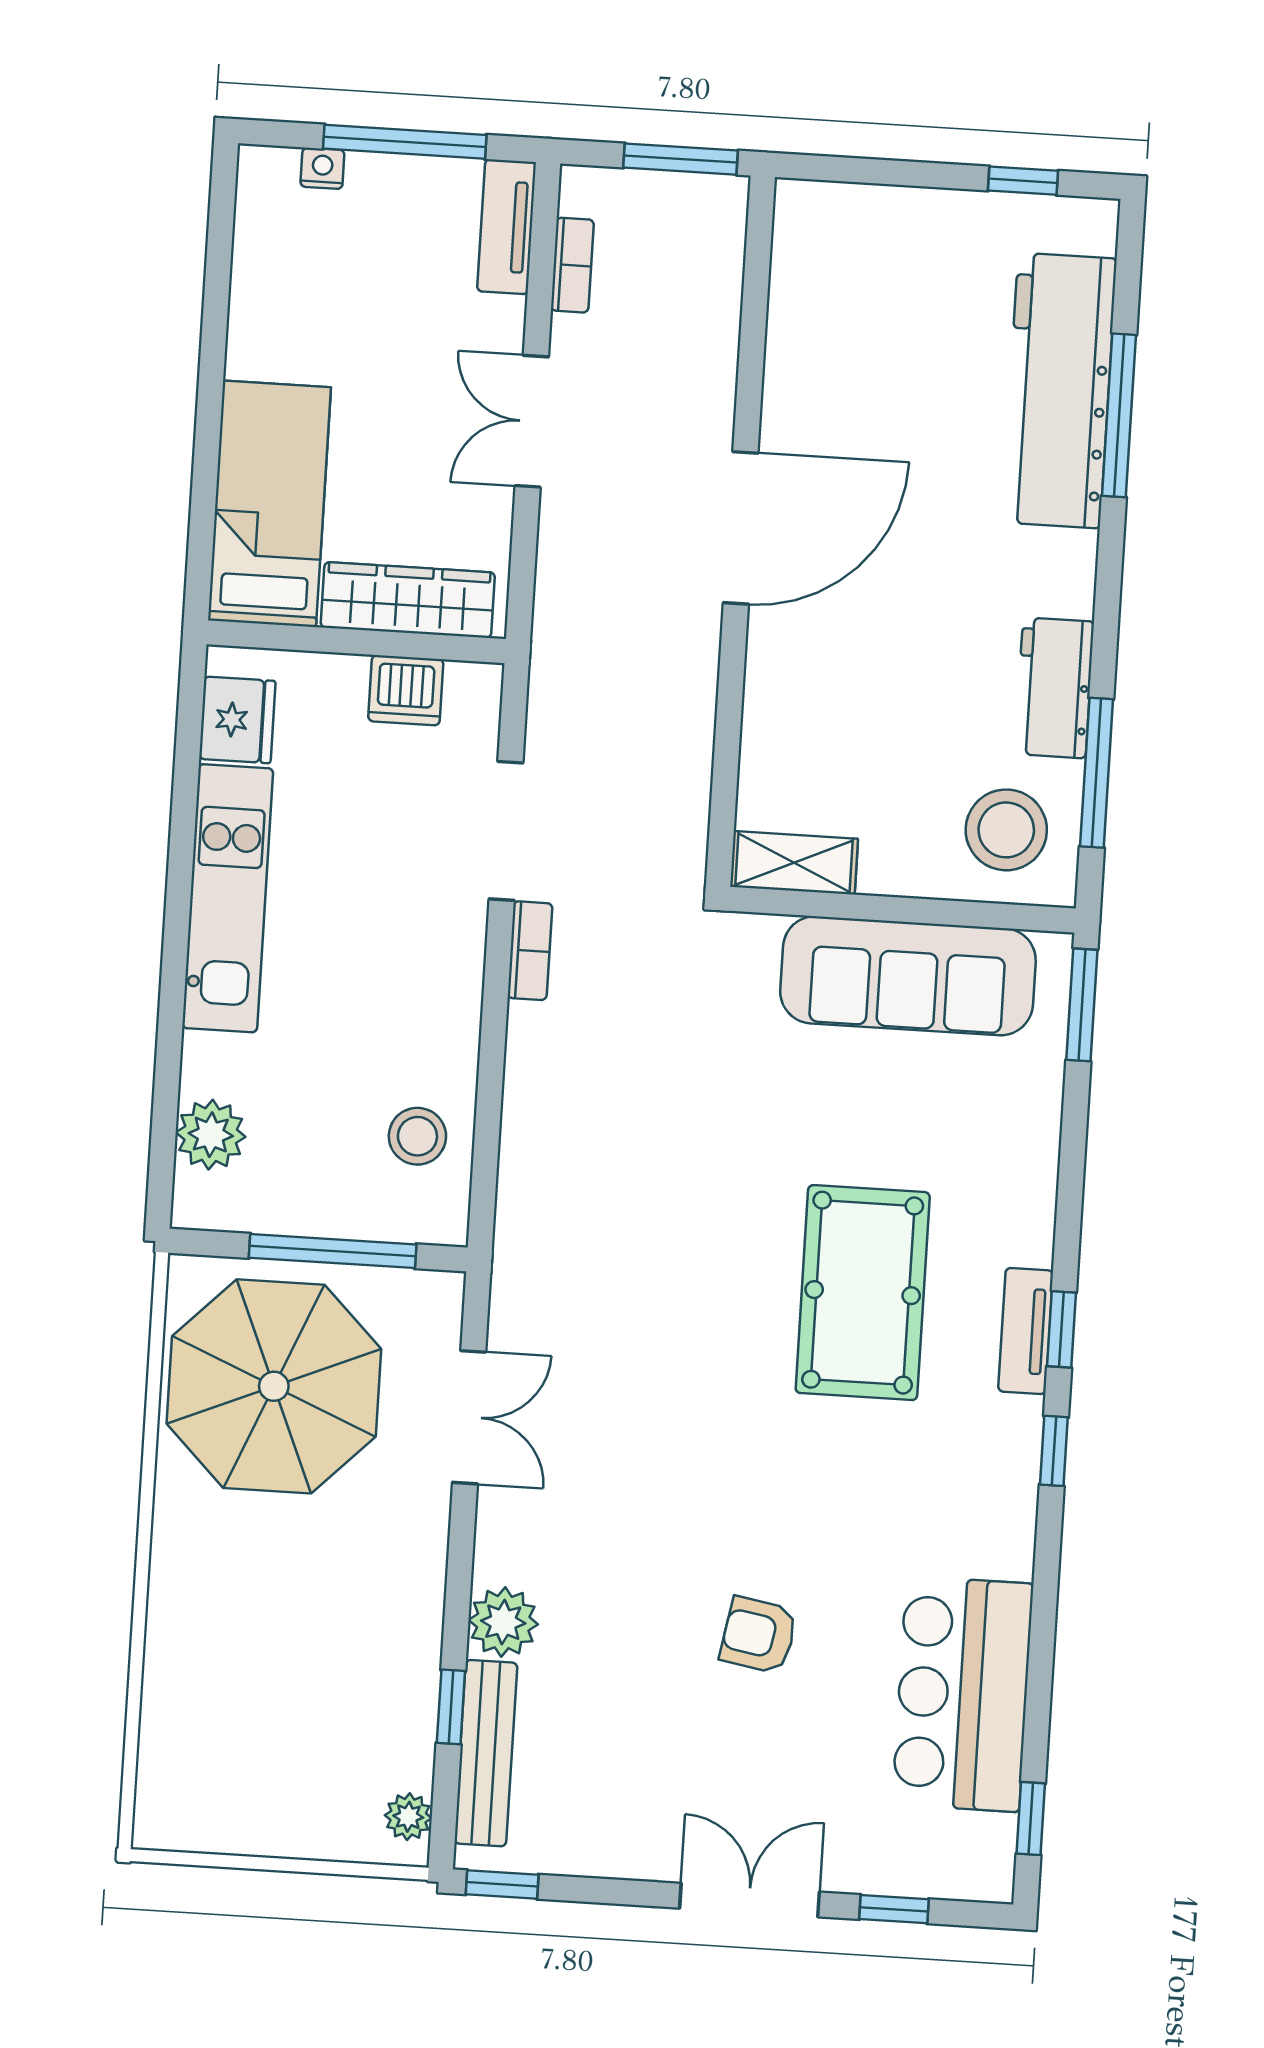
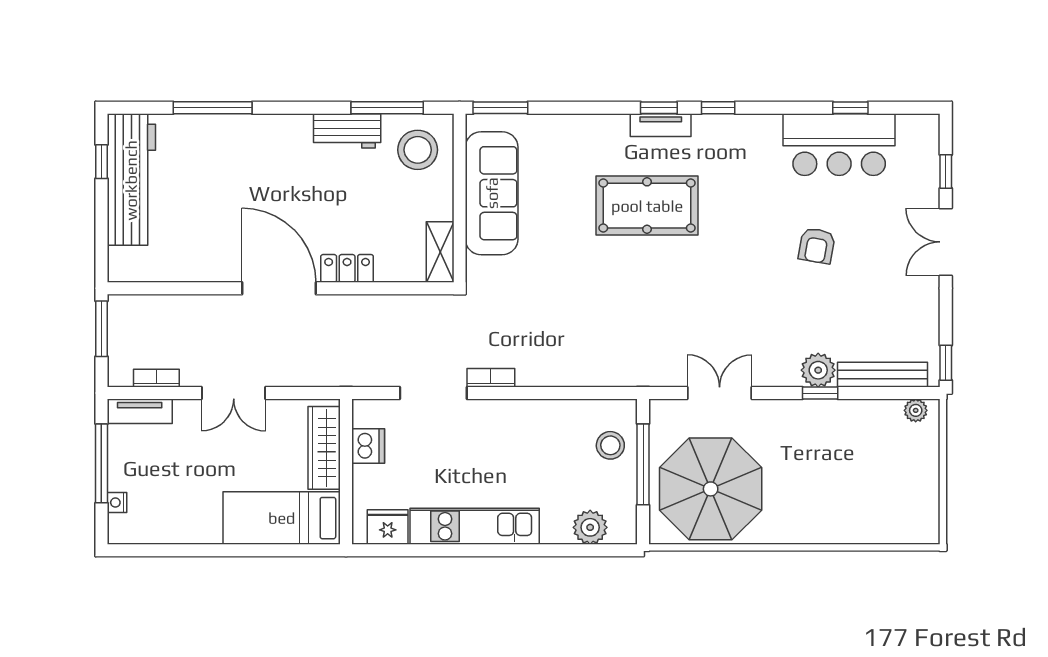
workbench: (1059, 391) -> (131, 180), moved, turned -90
locker: (772, 670) -> (347, 268), added
stool: (417, 1136) -> (610, 445), moved
window: (451, 1707) -> (820, 393), moved
window: (1031, 1819) -> (850, 108), moved

